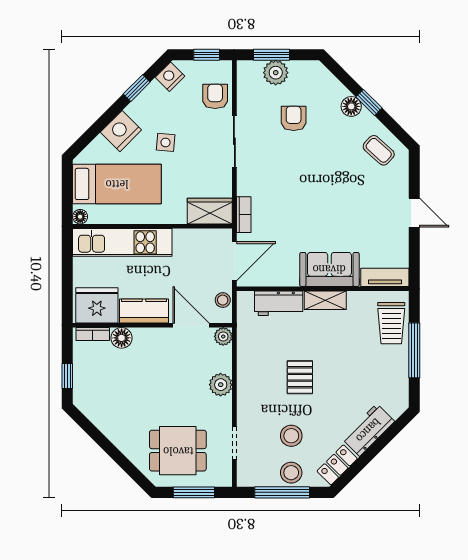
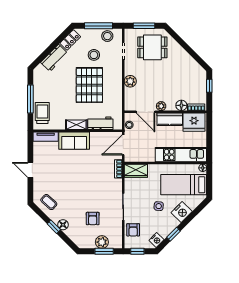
plant: (223, 336) -> (161, 106), moved
pallet: (300, 377) -> (89, 85), width x2.05, depth x2.00
stool: (291, 473) -> (107, 36), moved

